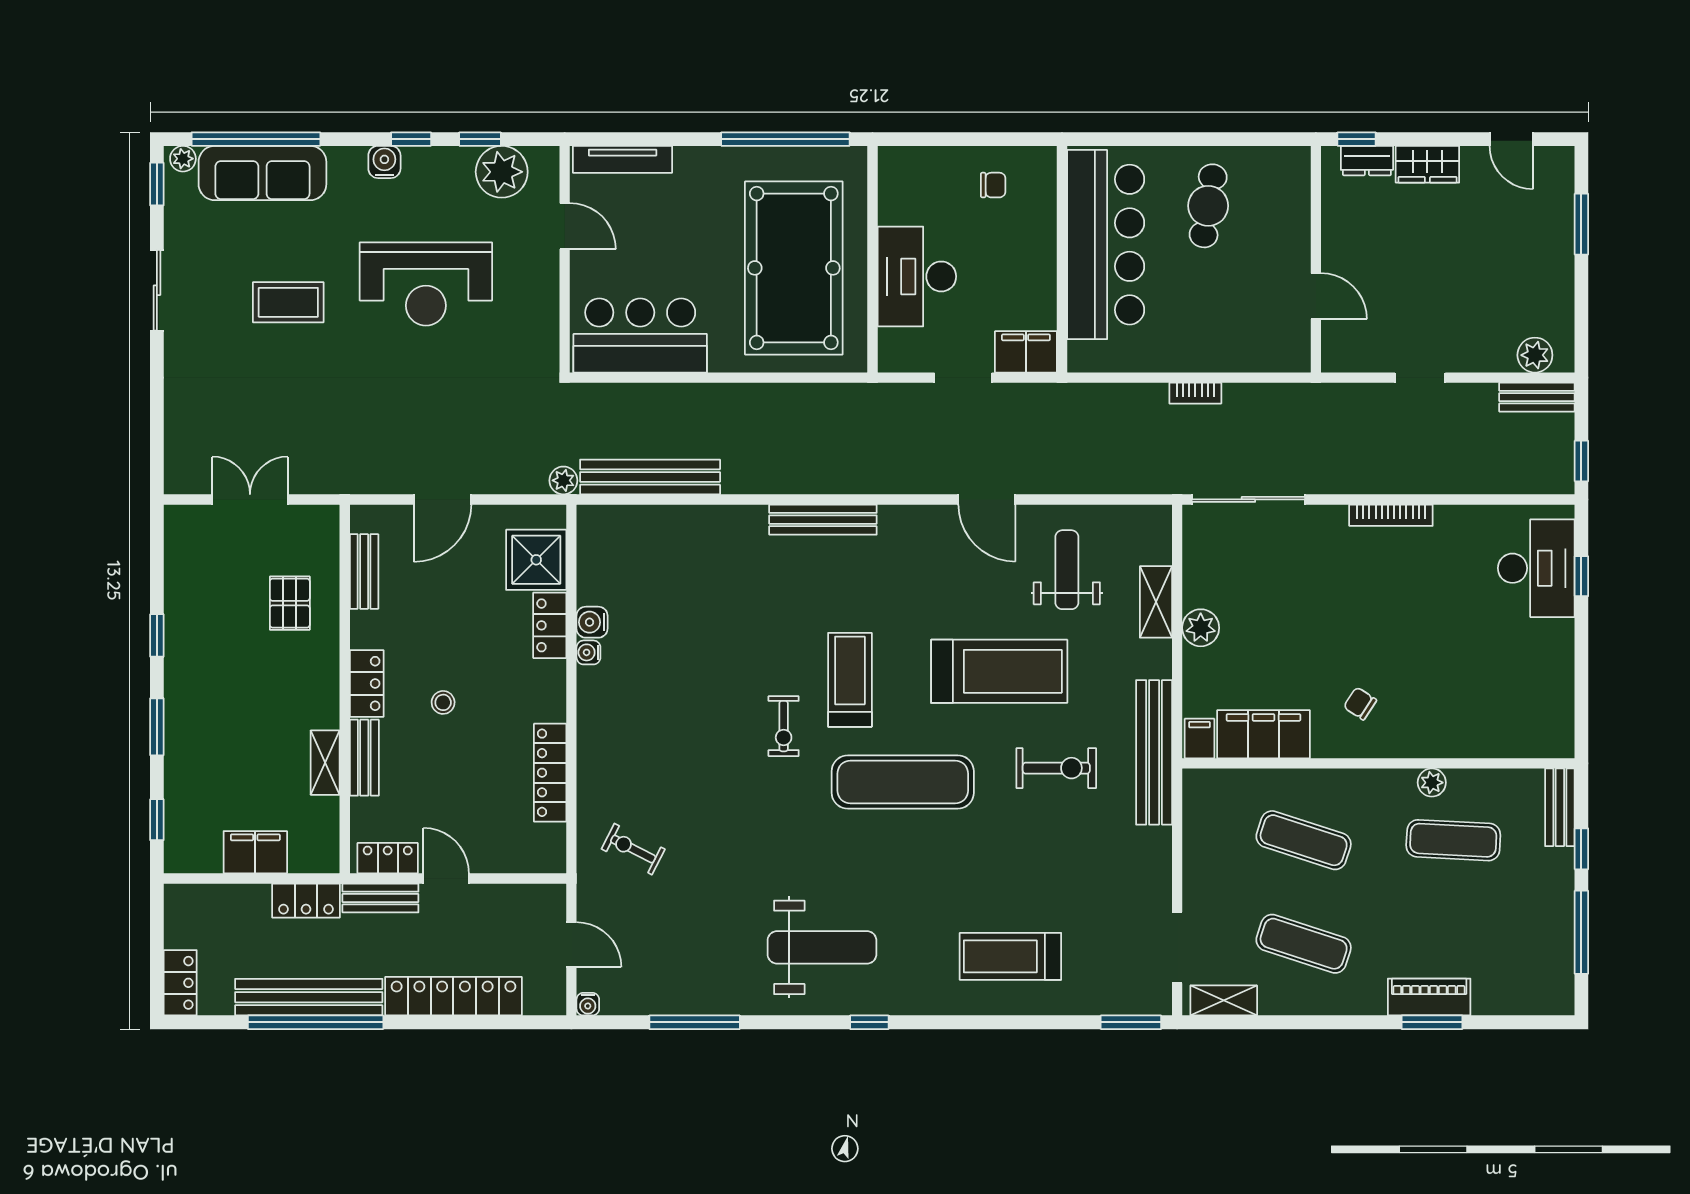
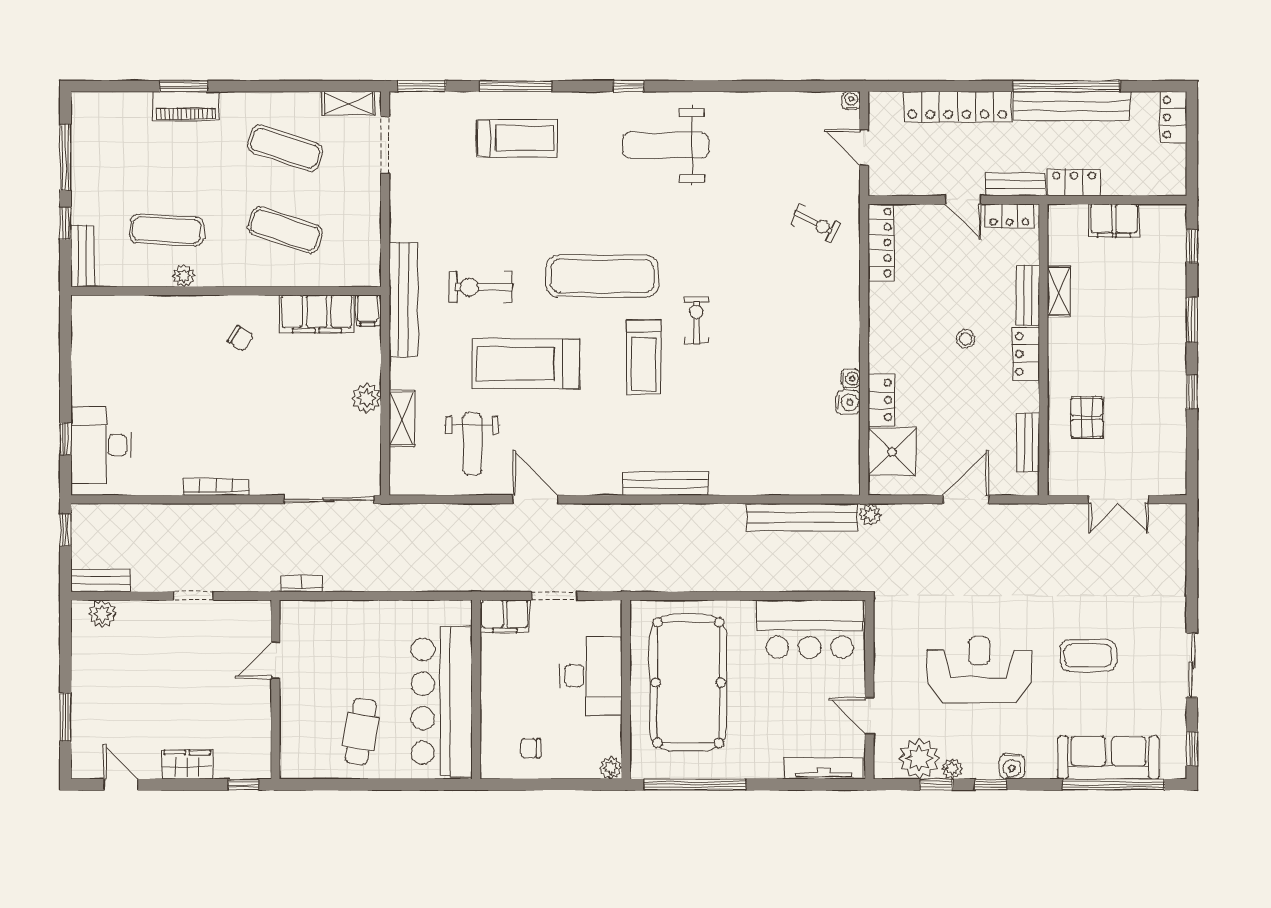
plant: (183, 159) -> (952, 769), moved
plant: (892, 160) -> (611, 768), added
dresser: (1367, 161) -> (235, 767), removed
door: (1316, 296) -> (275, 660), hinge flipped
bookcase: (1195, 393) -> (302, 584), moved
locker: (550, 773) -> (881, 243), moved
window: (695, 1022) -> (516, 86), moved

